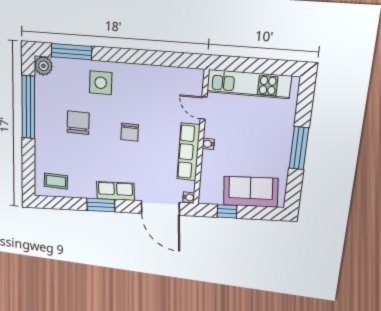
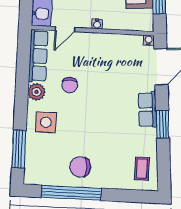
plant: (43, 66) -> (36, 92), moved
chair: (78, 123) -> (80, 167), moved
chair: (130, 132) -> (70, 85), moved, turned 90
row of seats: (188, 152) -> (38, 56), moved, turned -90

